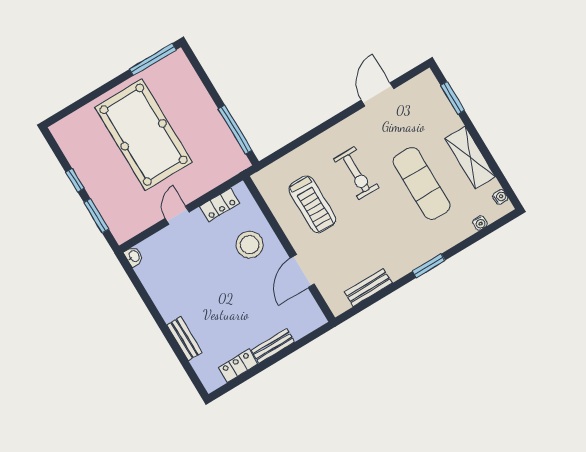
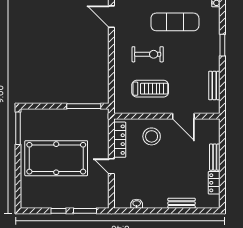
locker: (220, 205) -> (120, 140), width x1.53
washbasin: (134, 256) -> (137, 204), moved

